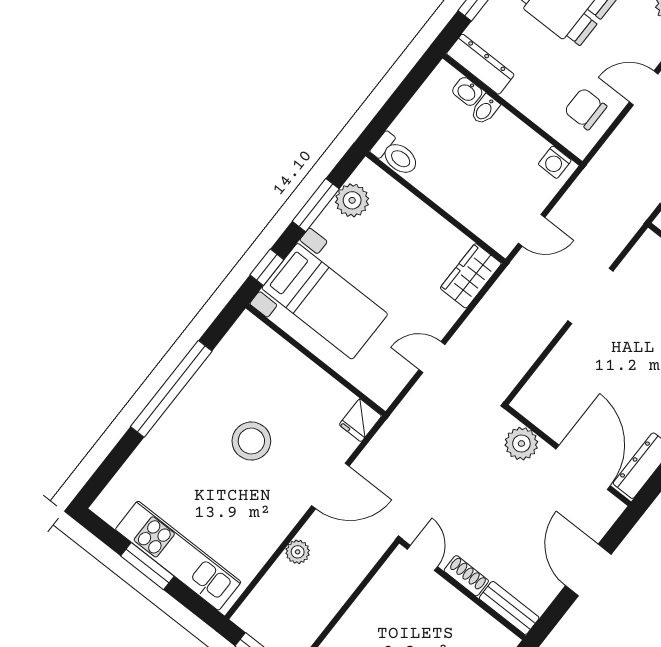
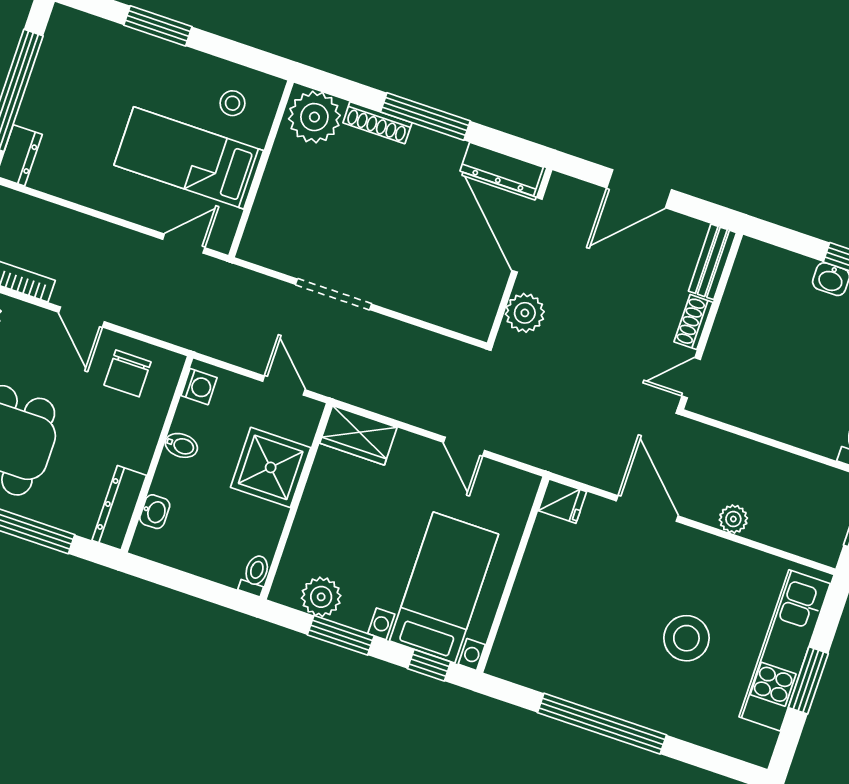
bidet: (485, 110) -> (181, 445), moved
toilet: (396, 155) -> (255, 575), width x0.73, depth x0.72
shower: (470, 197) -> (271, 467), added
stool: (251, 441) -> (686, 638), moved
door: (583, 467) -> (527, 235), hinge flipped

